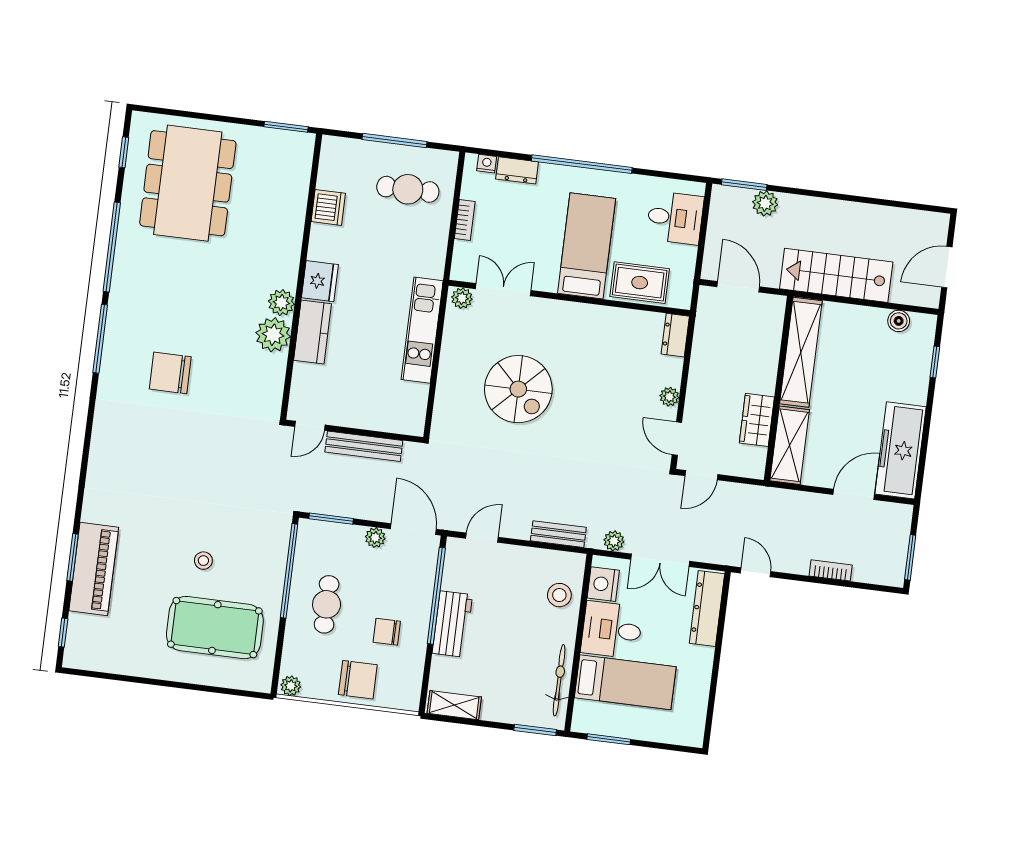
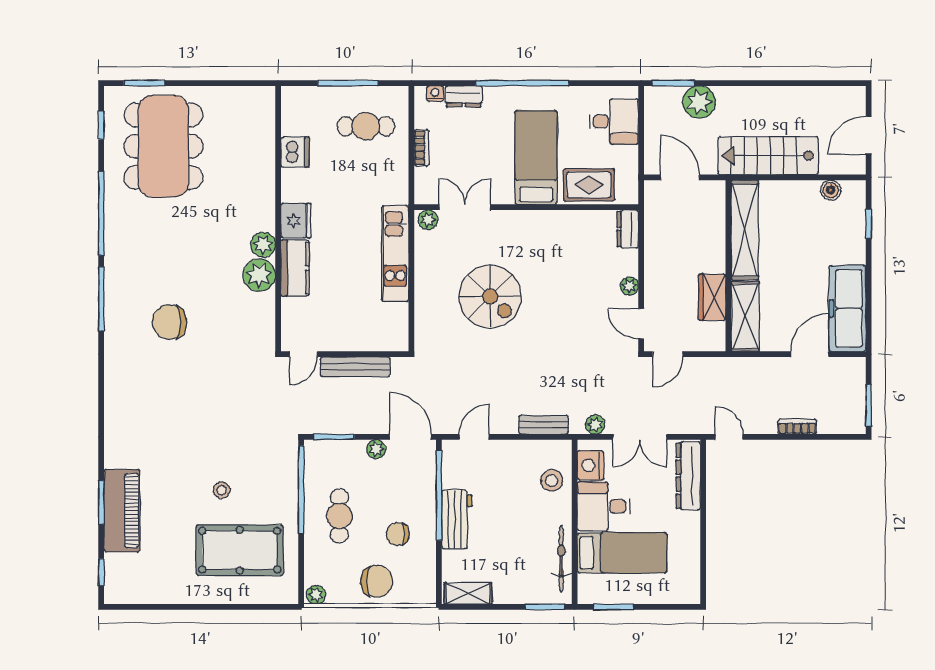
window: (286, 127) -> (144, 83), moved
plant: (765, 203) -> (699, 102), width x1.36, depth x1.36

